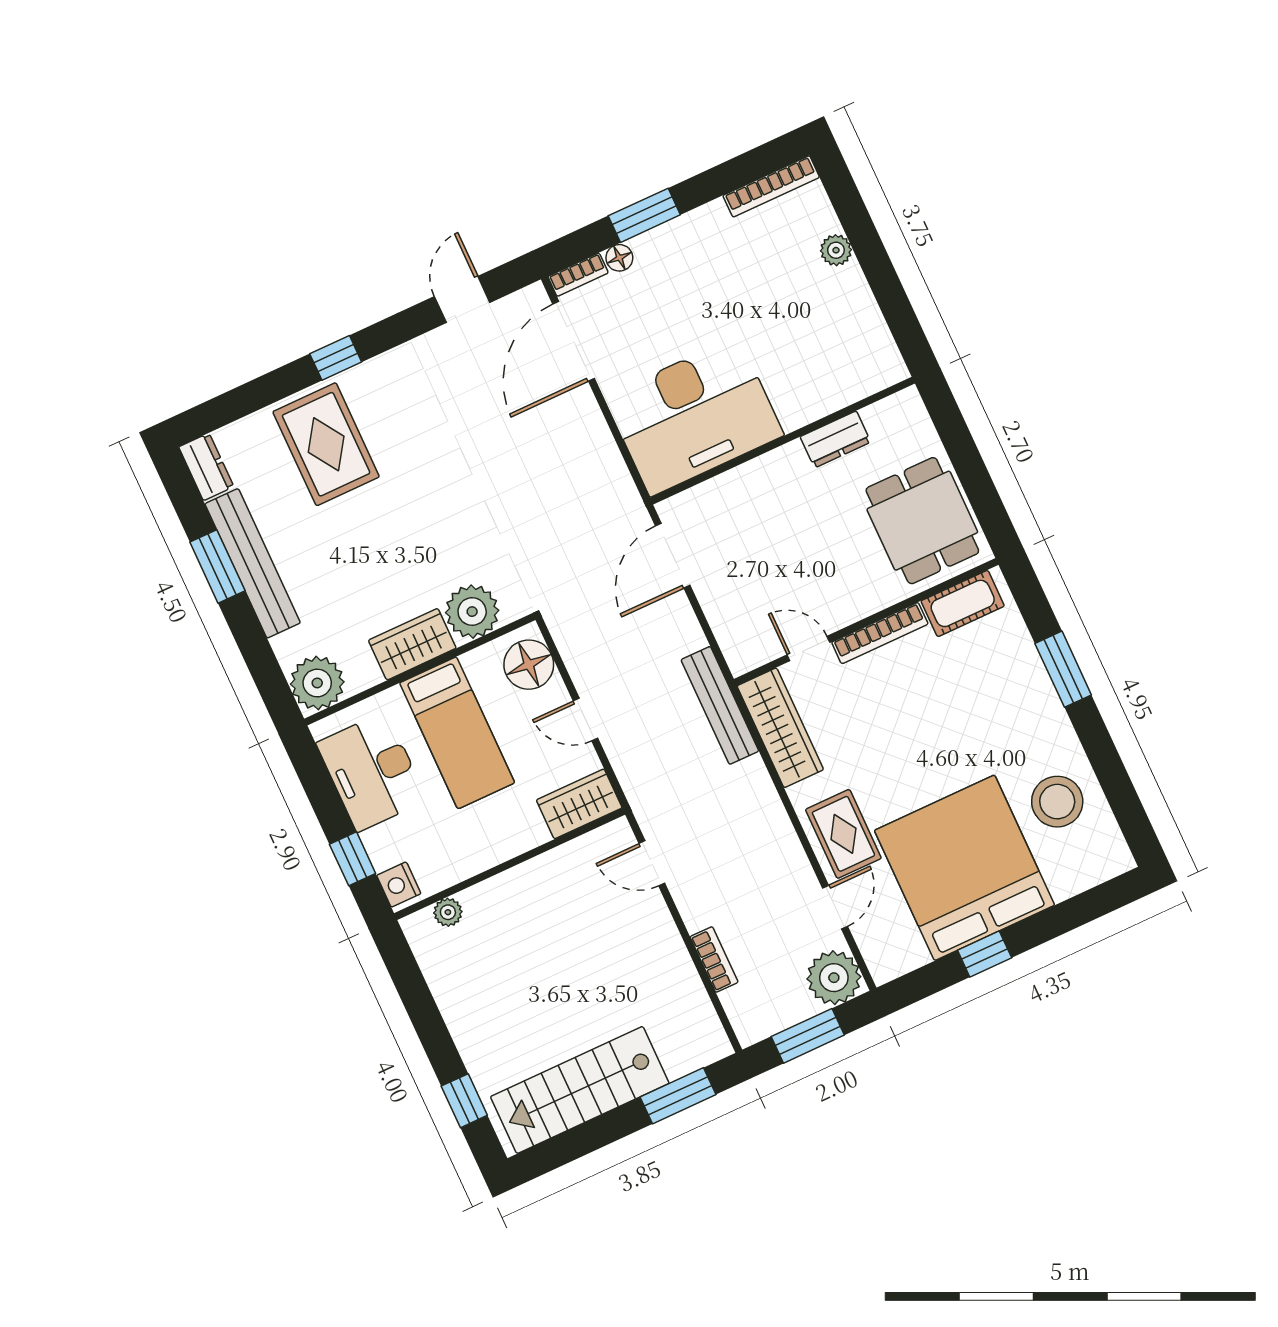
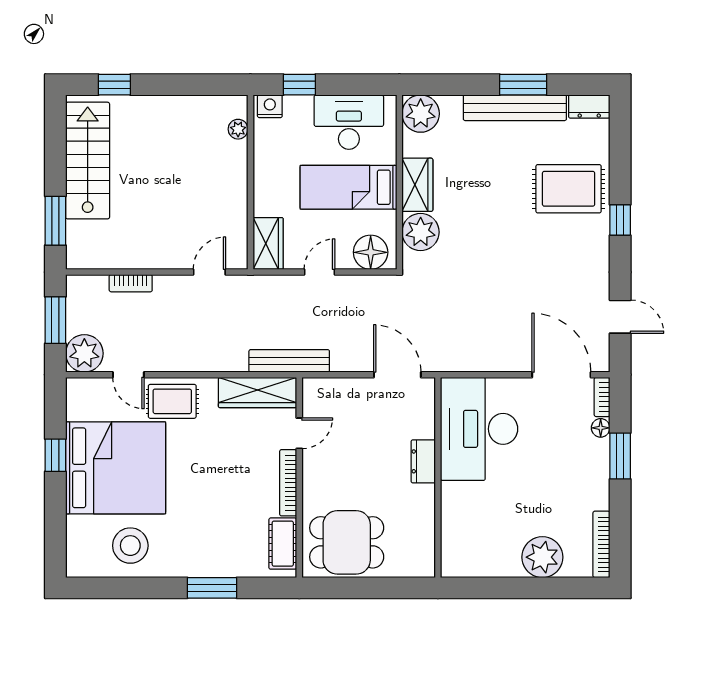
plant: (836, 250) -> (542, 557), width x1.87, depth x1.87
dresser: (835, 439) -> (423, 461), moved

